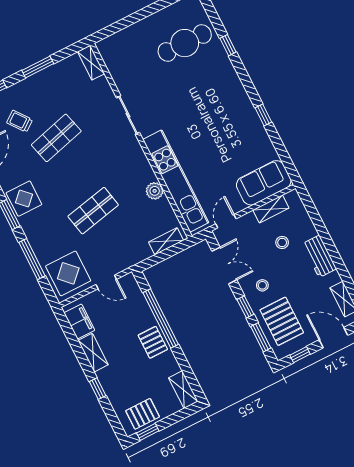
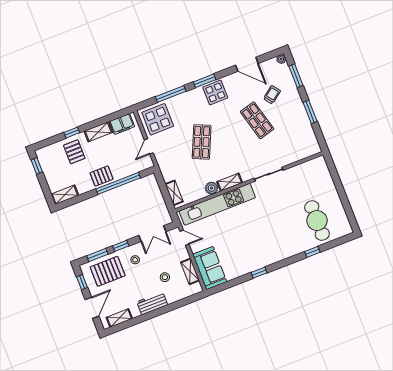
shelving: (91, 63) -> (230, 182), moved
shop shelf: (93, 211) -> (202, 142), turned 36
pallet: (143, 414) -> (74, 152), moved

